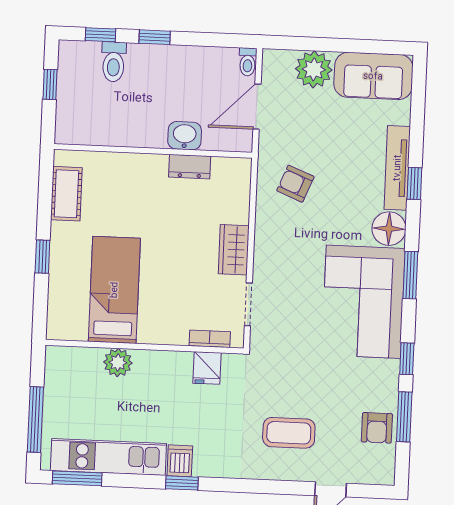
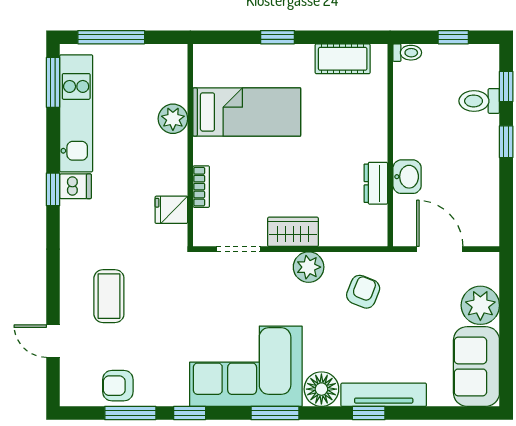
toilet: (248, 62) -> (407, 53), moved, turned 180
plant: (269, 236) -> (309, 267), added
bookcase: (210, 339) -> (201, 187), moved

